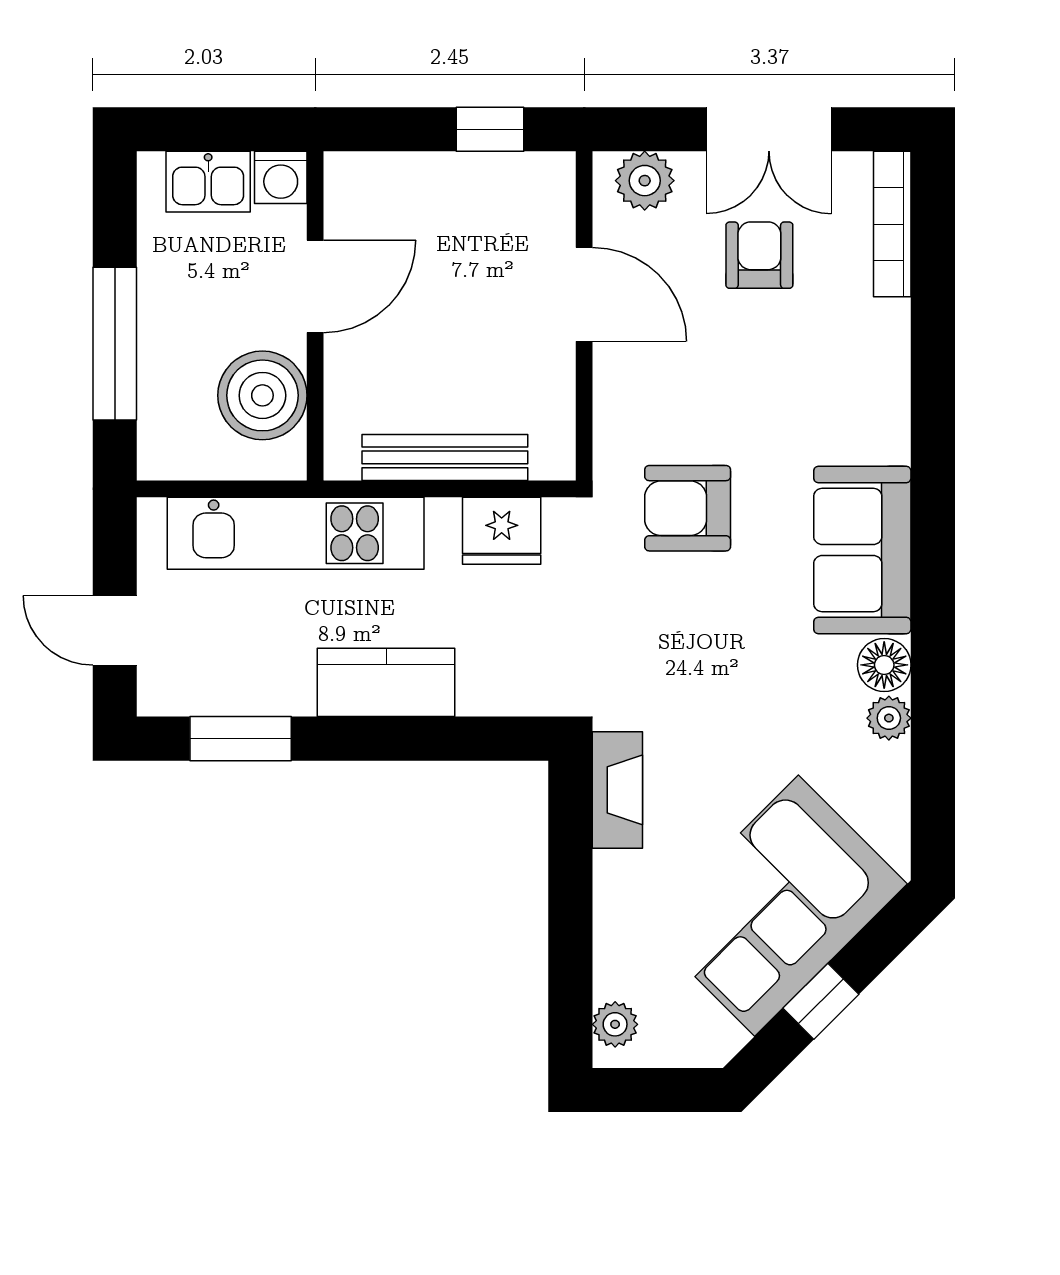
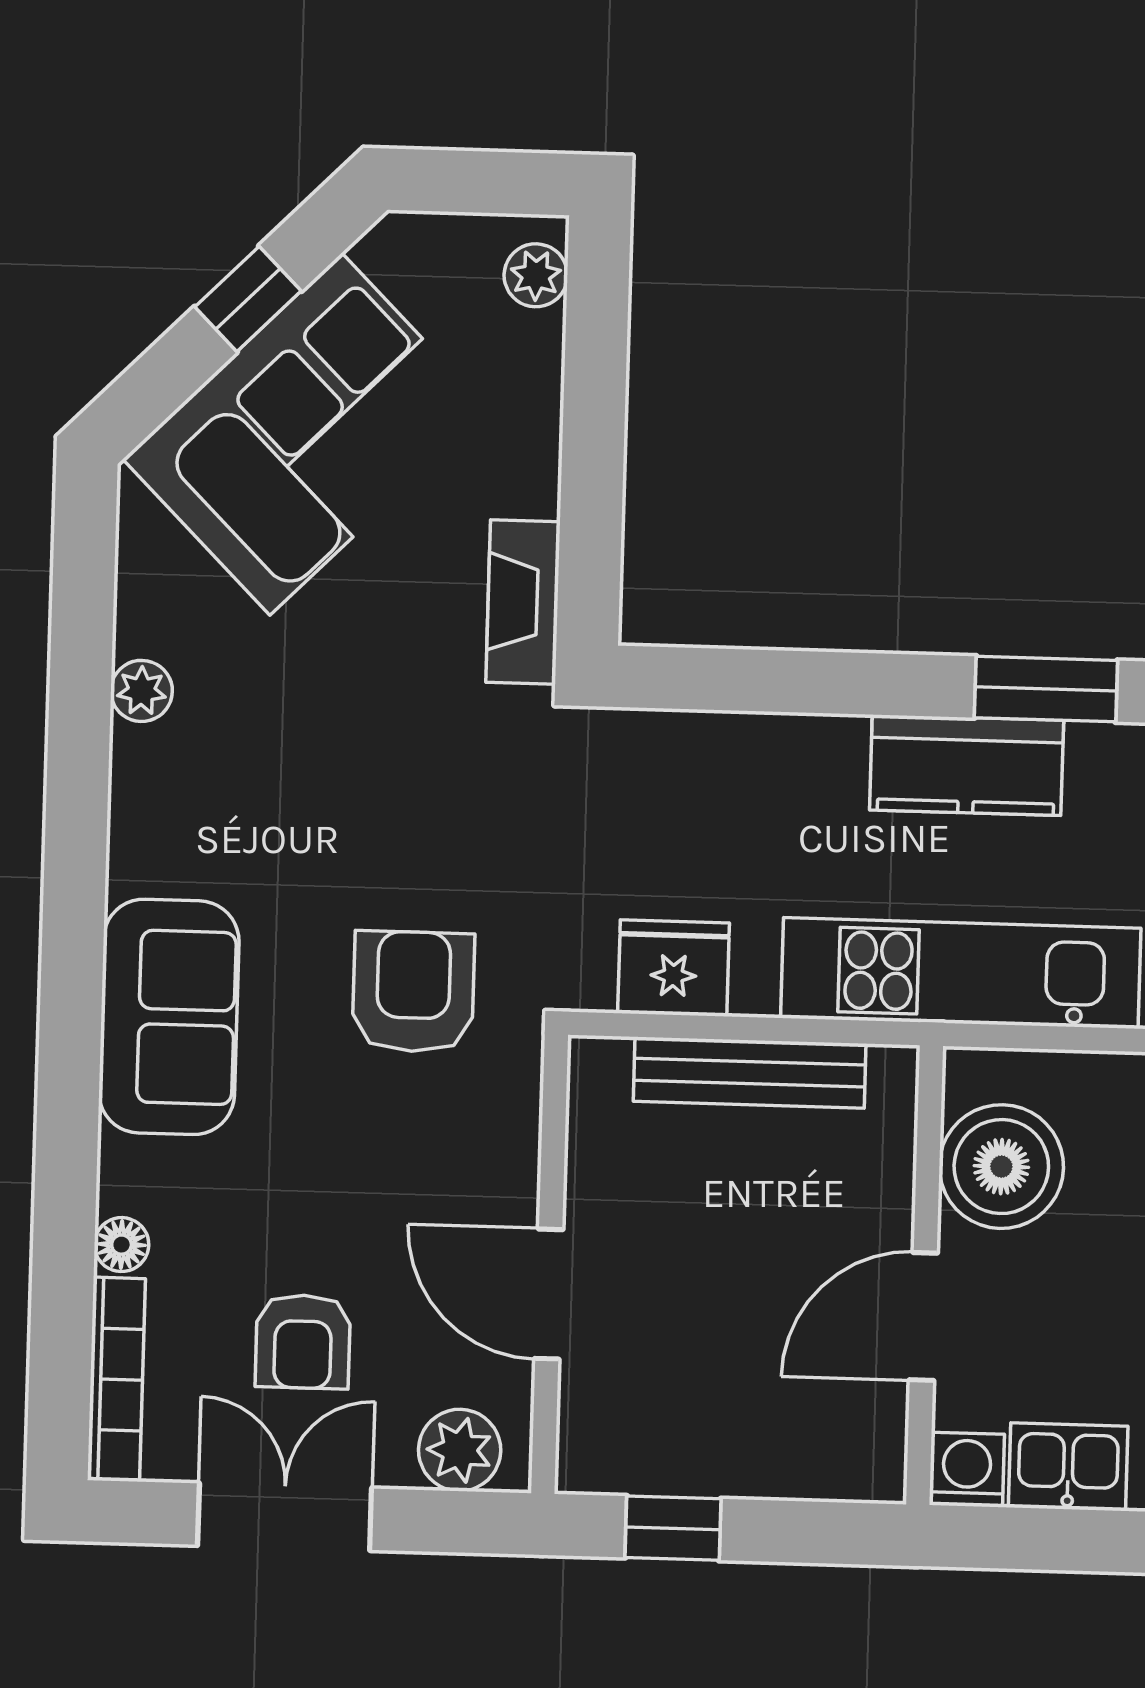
armchair: (688, 508) -> (413, 992), turned -90
sofa: (862, 550) -> (169, 1017), moved
floor lamp: (884, 665) -> (122, 1245), moved, width x0.73, depth x0.73
kitchen counter: (386, 682) -> (967, 765), moved

